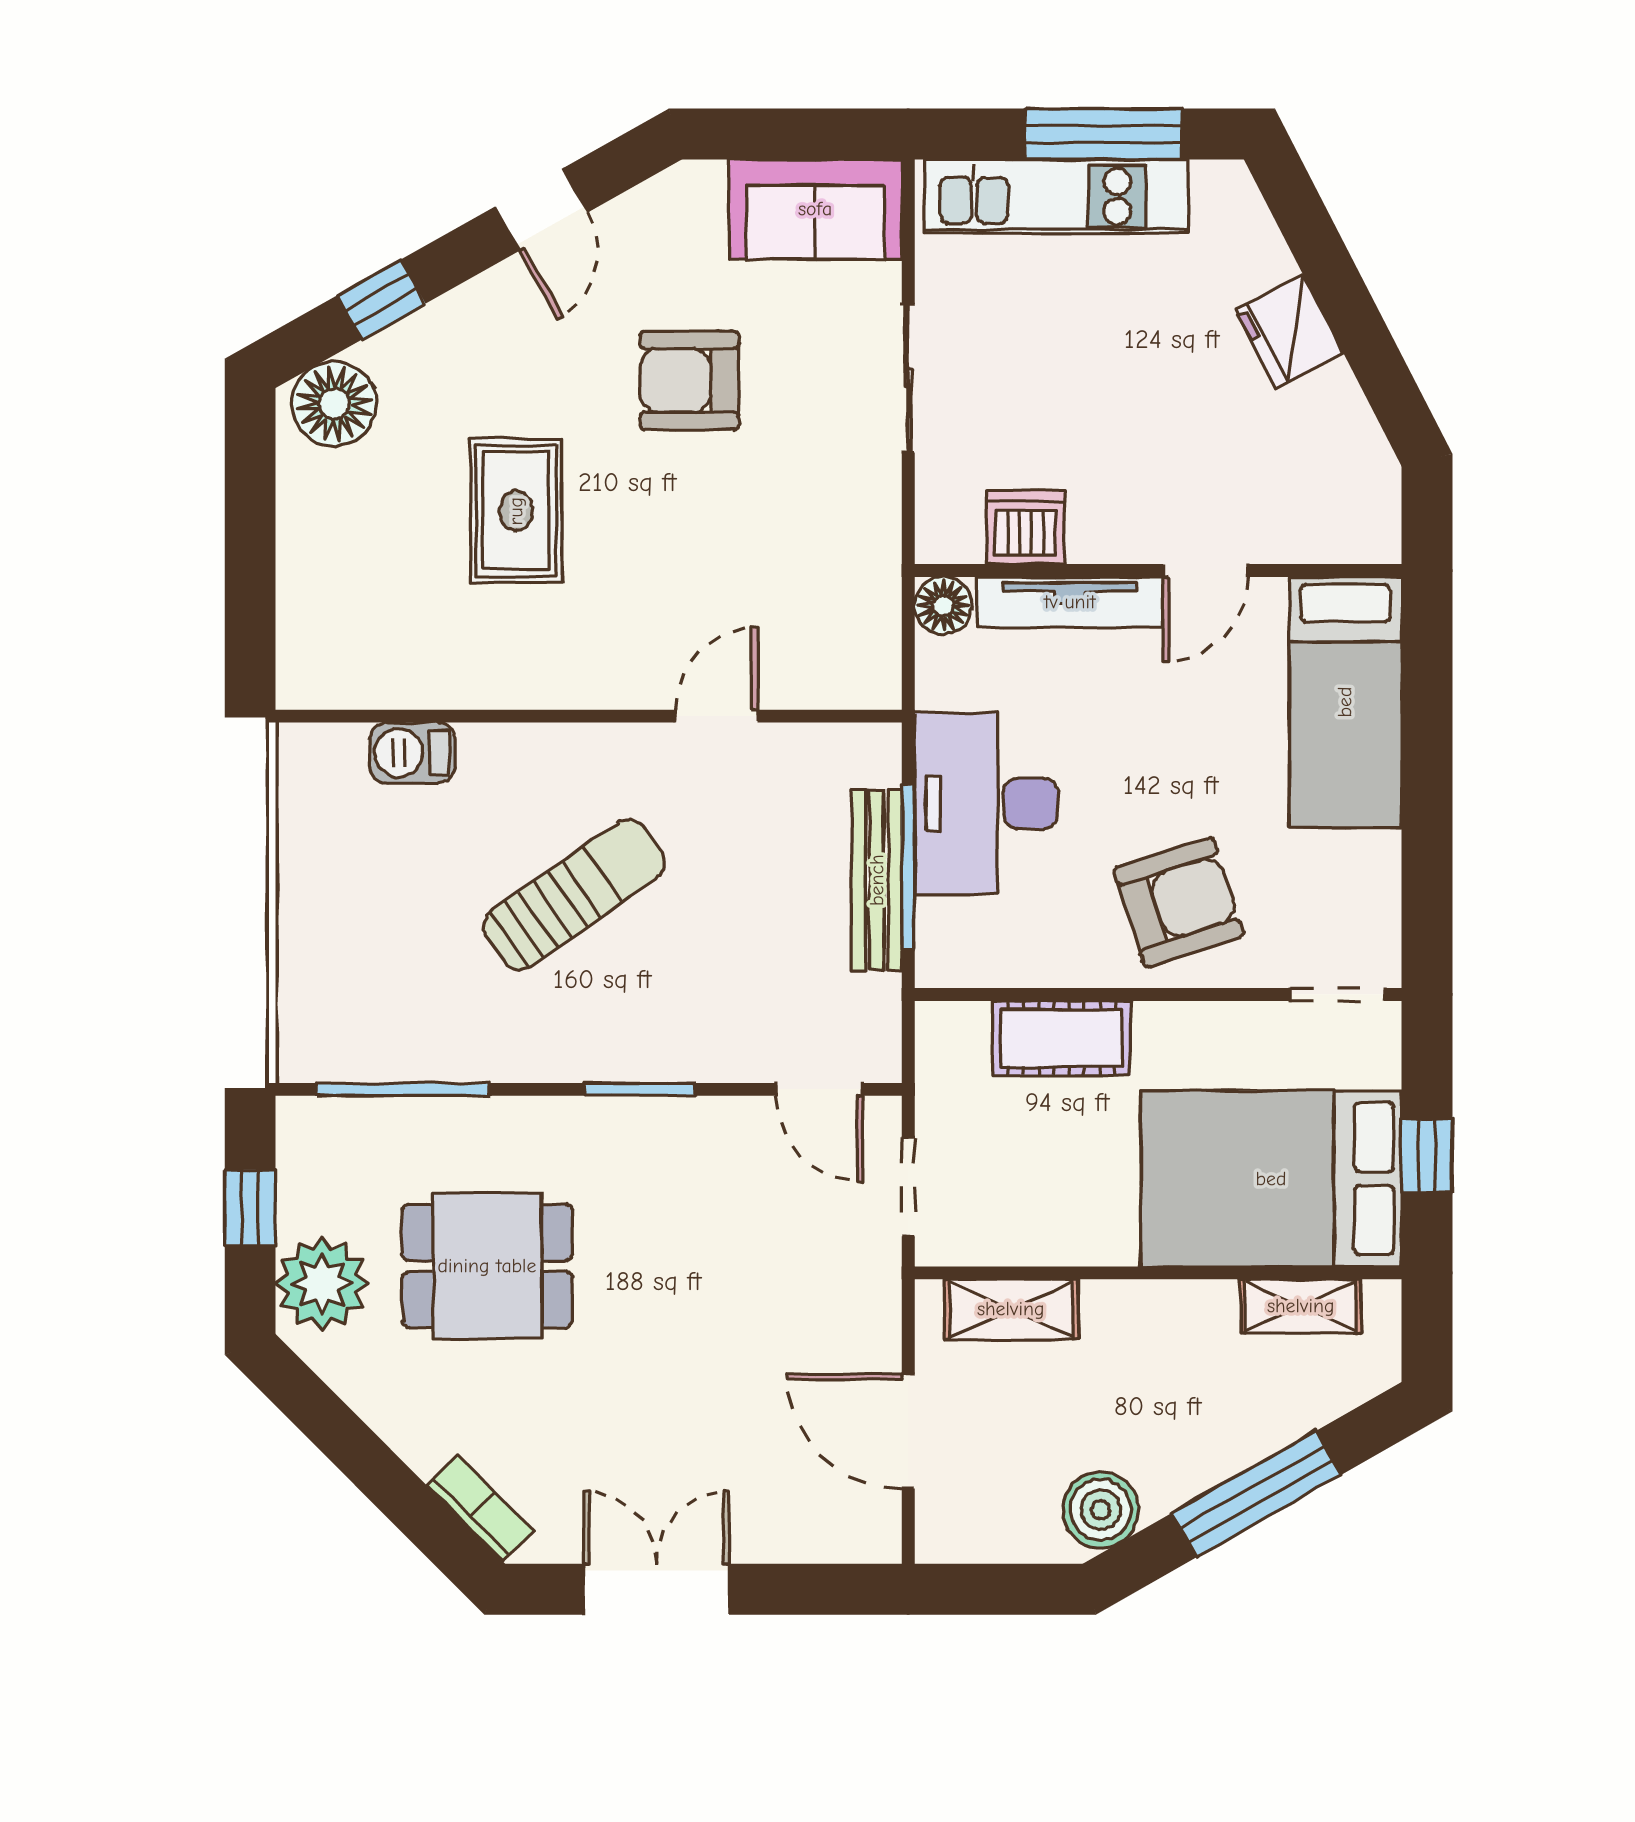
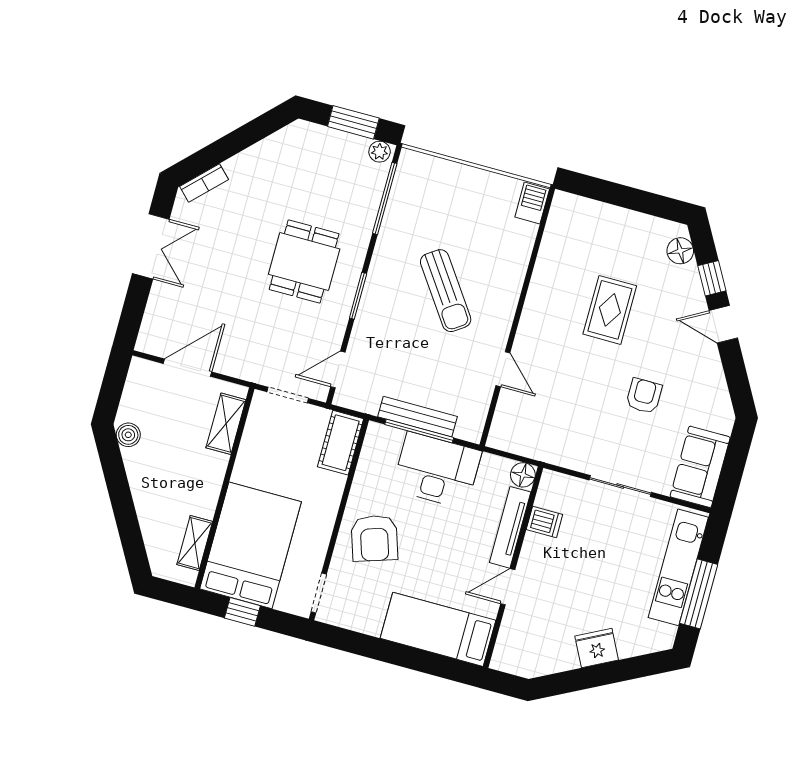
door: (541, 209) -> (723, 324), moved
armchair: (689, 380) -> (644, 396), width x0.72, depth x0.72
floor lamp: (334, 404) -> (680, 251), width x0.73, depth x0.73
rug: (516, 511) -> (610, 310), turned 90
dishwasher: (1026, 528) -> (544, 522), width x0.73
door: (1206, 571) -> (508, 587), hinge flipped
barbecue: (412, 753) -> (532, 203), moved
cot: (1061, 1038) -> (341, 443), moved
window: (250, 1208) -> (353, 122), width x1.50
dining table: (487, 1266) -> (304, 262), moved
plant: (322, 1284) -> (380, 152), moved, width x0.53, depth x0.53
window: (1256, 1494) -> (122, 504), removed
boiler: (1101, 1510) -> (128, 435), width x0.73, depth x0.73

